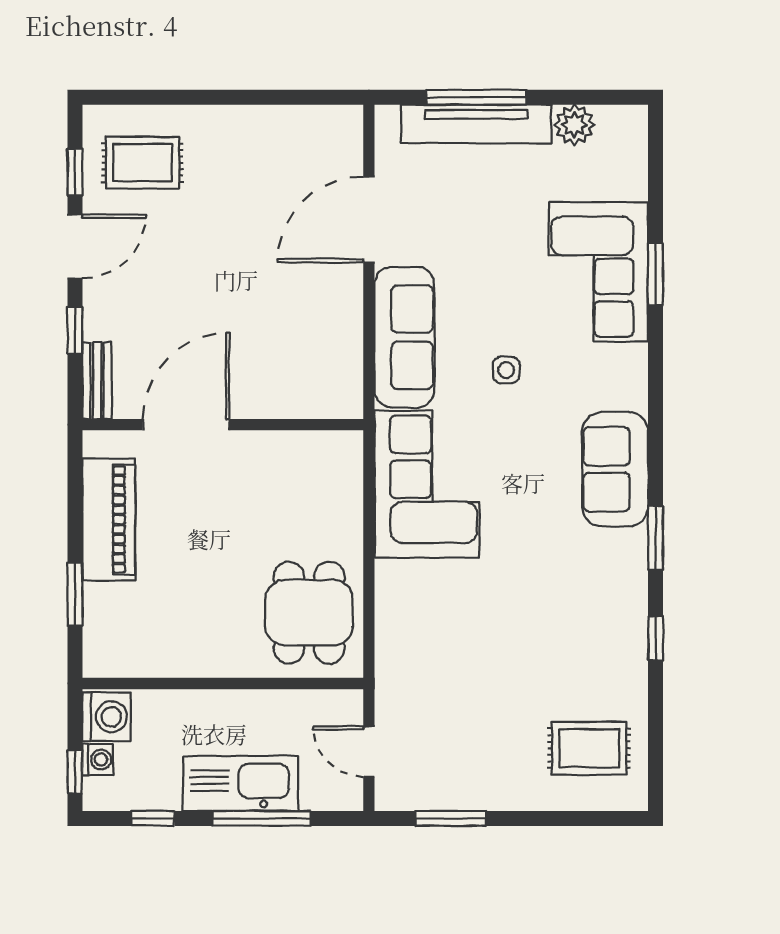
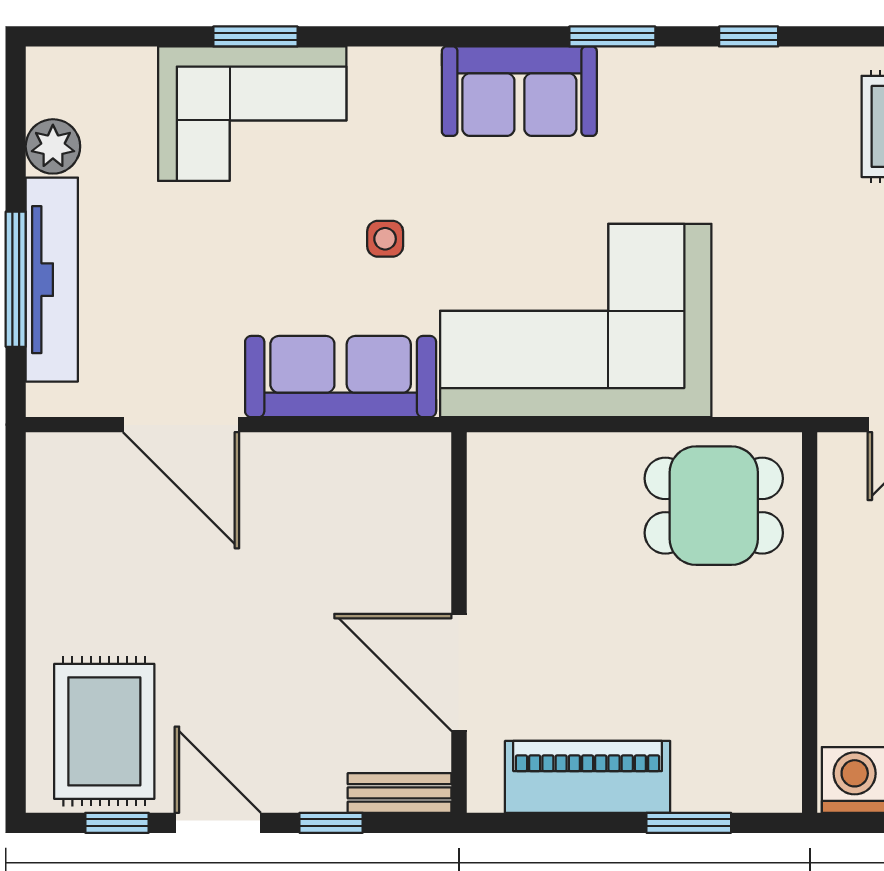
rug: (142, 163) -> (104, 731), width x1.36, depth x1.43
corner sofa: (427, 484) -> (576, 320), width x1.36, depth x1.36

